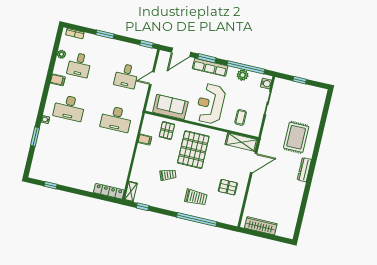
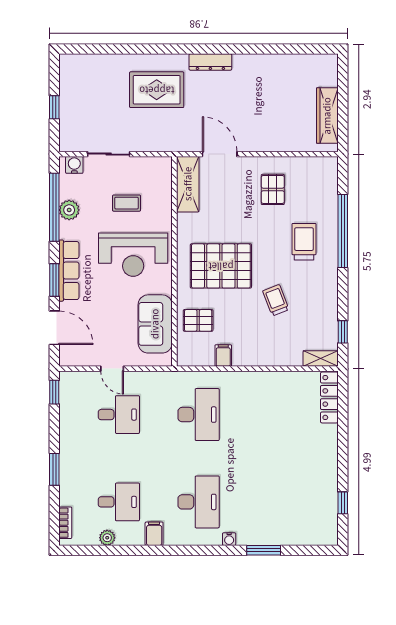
coffee table: (241, 117) -> (127, 203), moved

